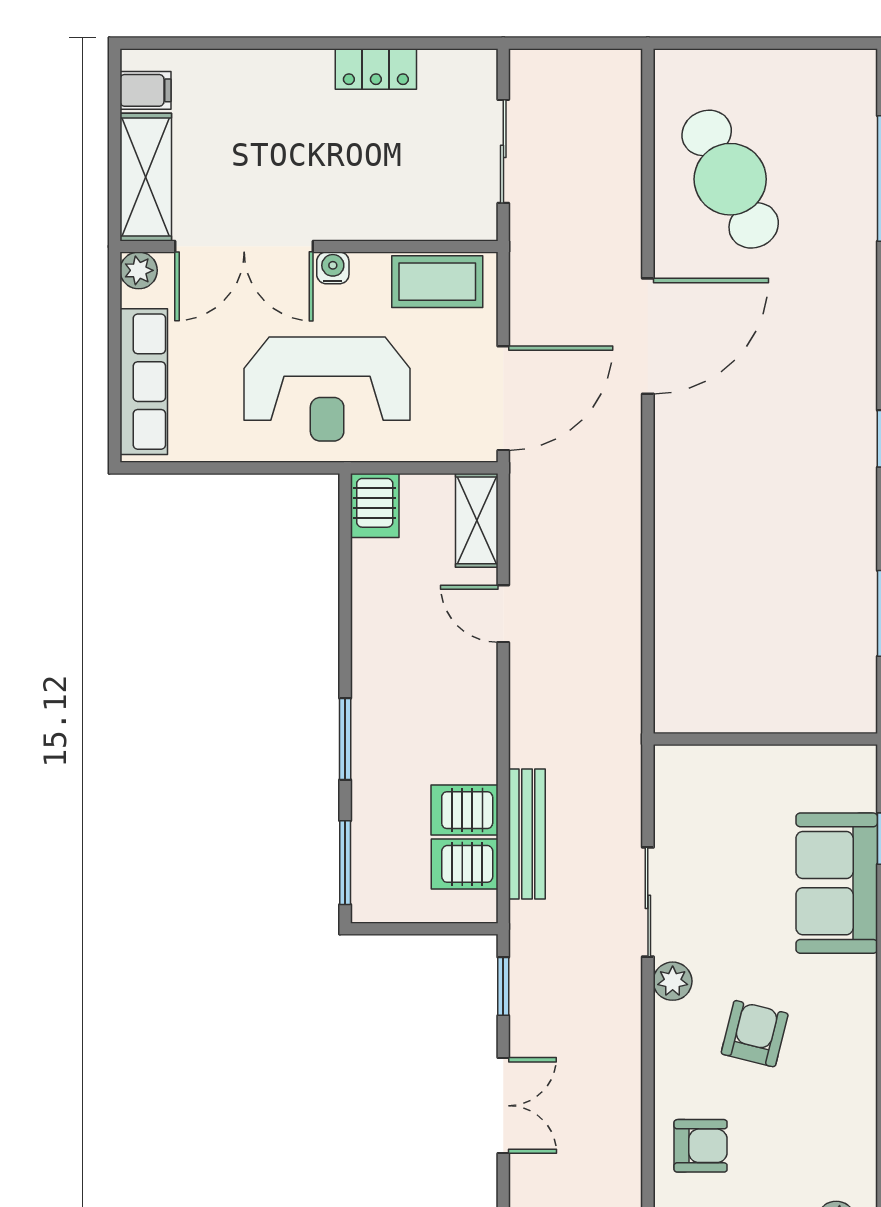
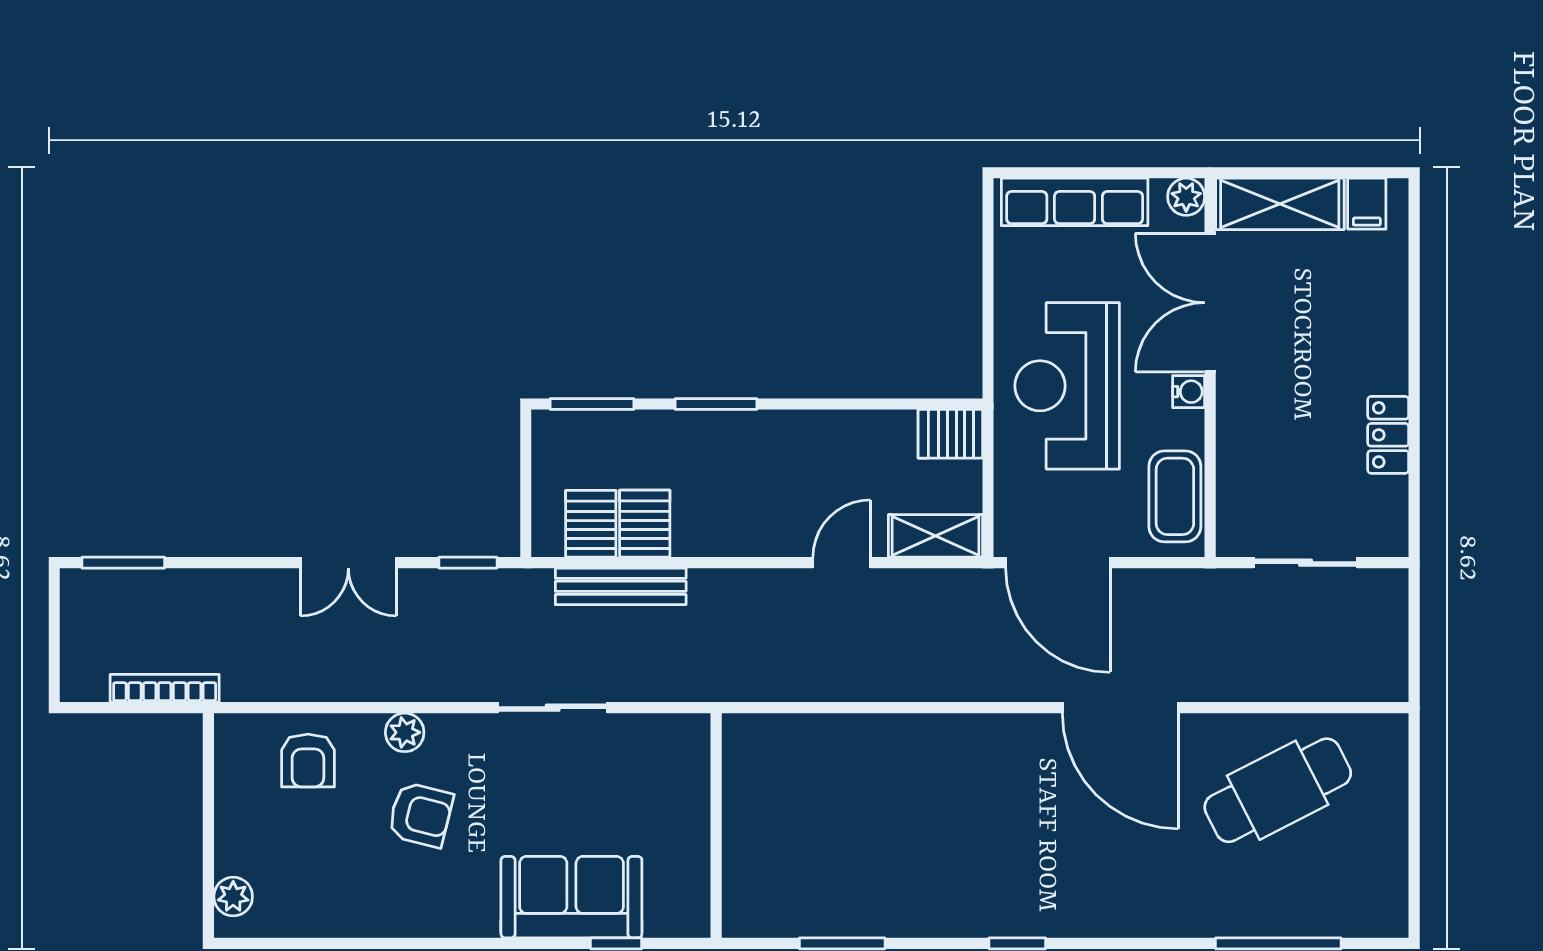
plant: (673, 981) -> (405, 732), moved

